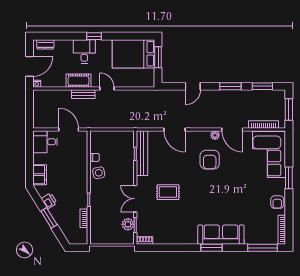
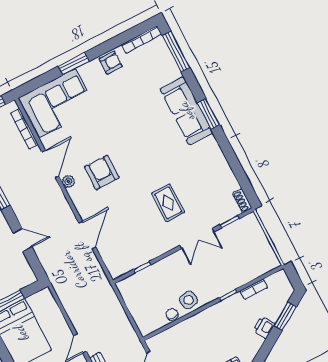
bench: (142, 153) -> (137, 259), removed
armchair: (210, 160) -> (102, 172), turned -90
printer: (49, 201) -> (264, 327), moved
window: (49, 218) -> (285, 316), moved
plant: (128, 224) -> (233, 231), removed

